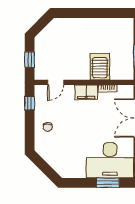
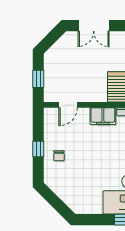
double door: (78, 13) -> (94, 26), added
window: (30, 103) -> (38, 149), moved

